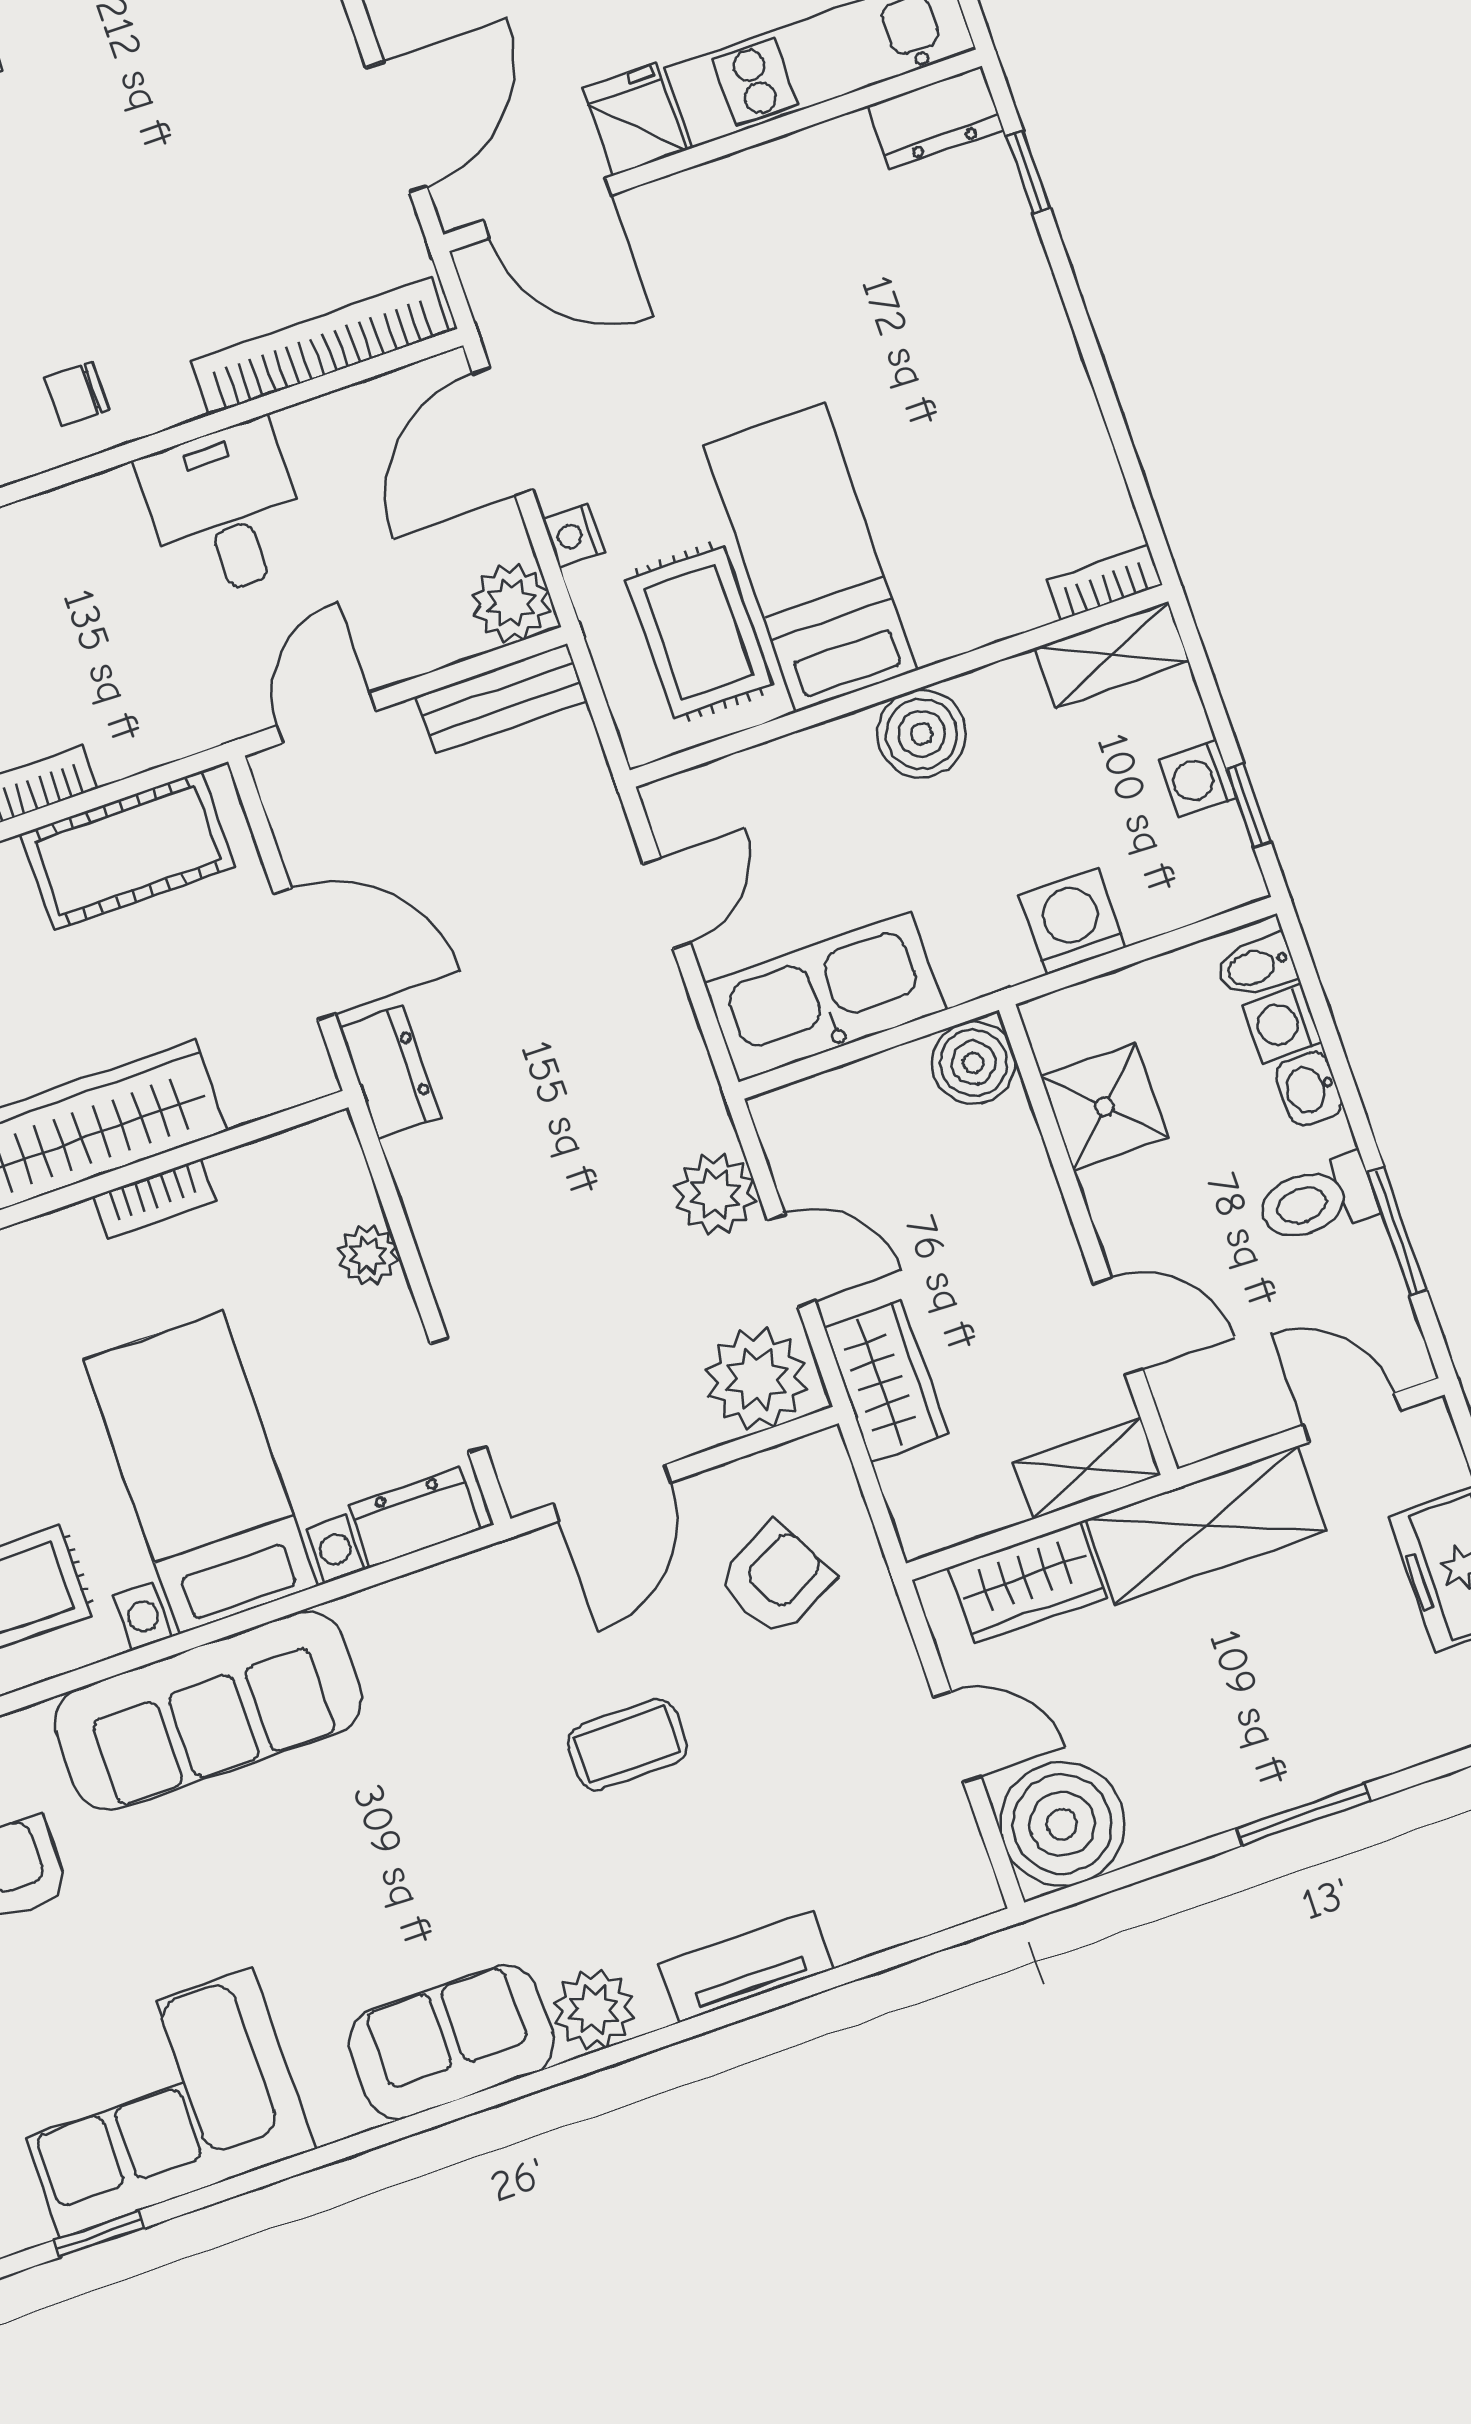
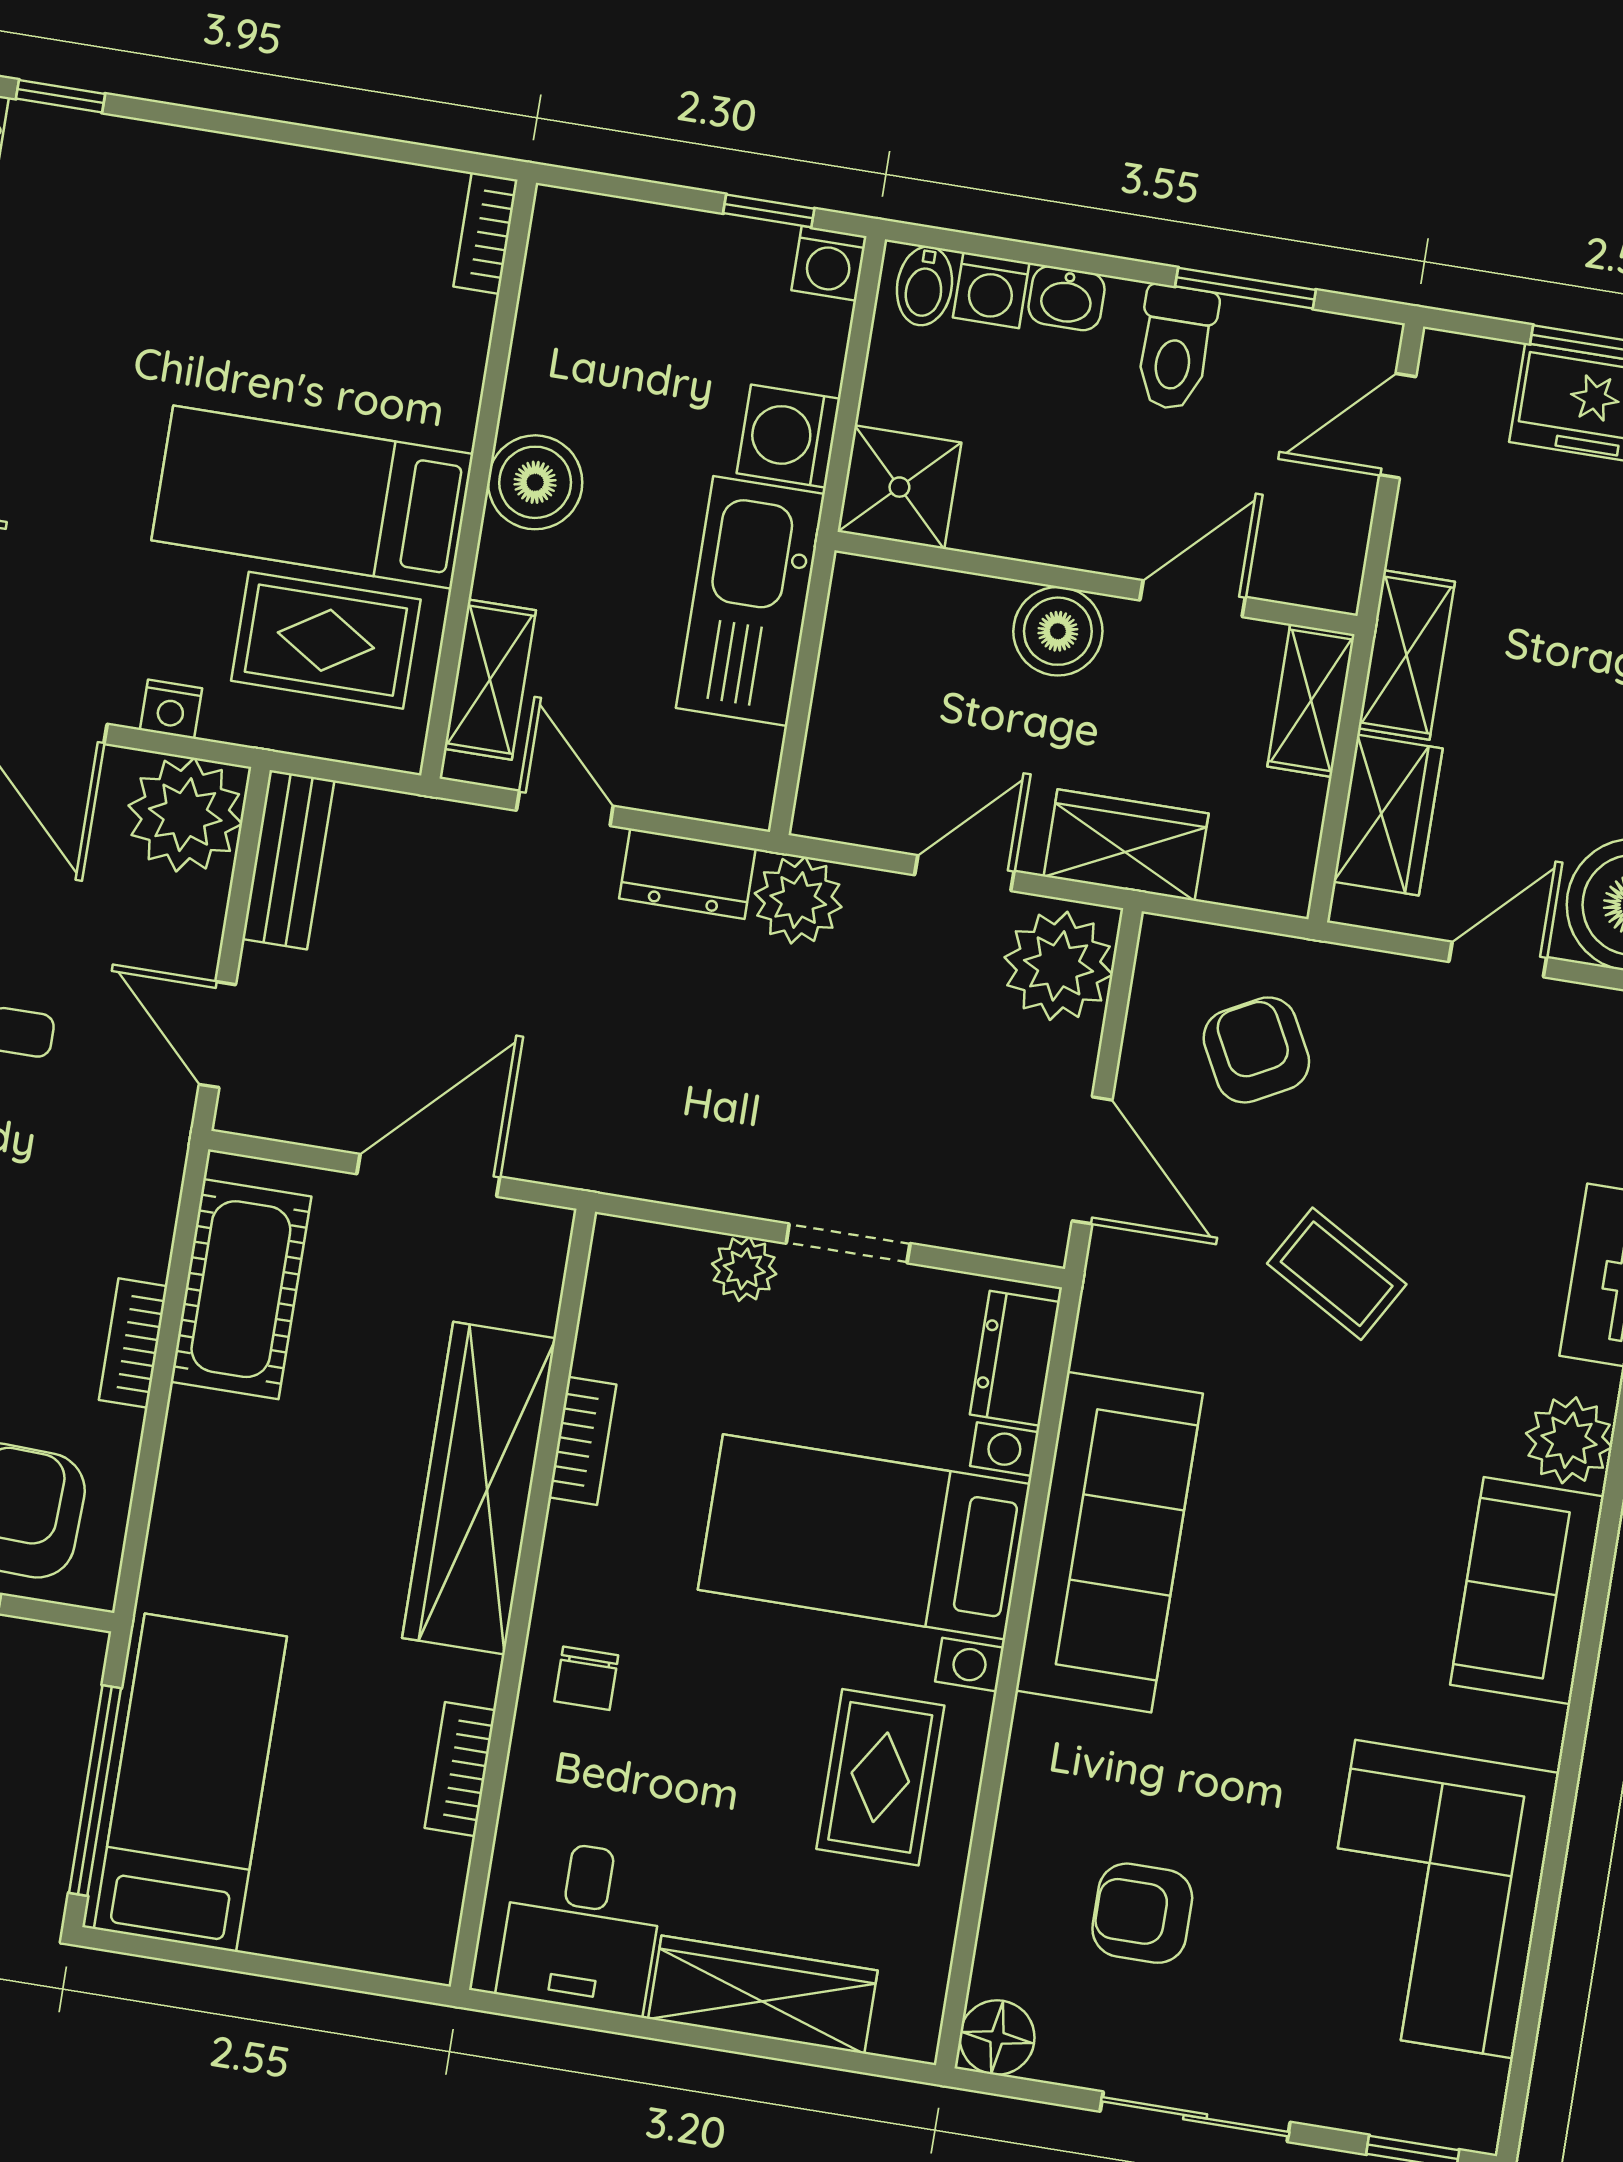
plant: (511, 603) -> (185, 815), width x1.36, depth x1.36
shelving: (1112, 655) -> (490, 680), moved
washing machine: (1198, 779) -> (829, 263), moved
kitchen sink: (825, 996) -> (750, 601), moved
boiler: (973, 1063) -> (1058, 631), moved
dresser: (390, 1072) -> (687, 874), moved, turned 180
shower: (1104, 1107) -> (899, 487), moved
plant: (715, 1194) -> (798, 900), moved
doorway: (458, 1395) -> (848, 1243), moved
shelving: (1206, 1525) -> (1407, 655), width x0.67, depth x0.75
sofa: (208, 1711) -> (1109, 1542), moved
coffee table: (627, 1744) -> (1337, 1274), turned -60
window: (99, 2234) -> (1529, 2020), removed

